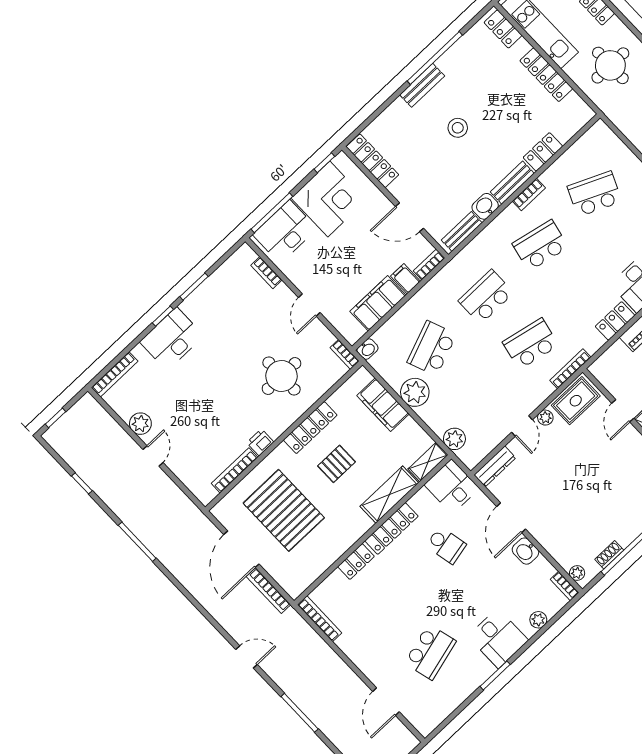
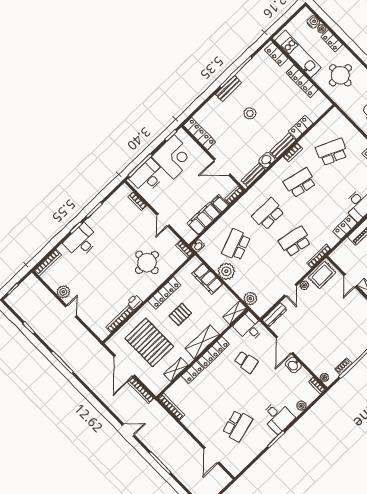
shelving: (389, 495) -> (202, 342), moved
shelving: (328, 557) -> (176, 370), added

